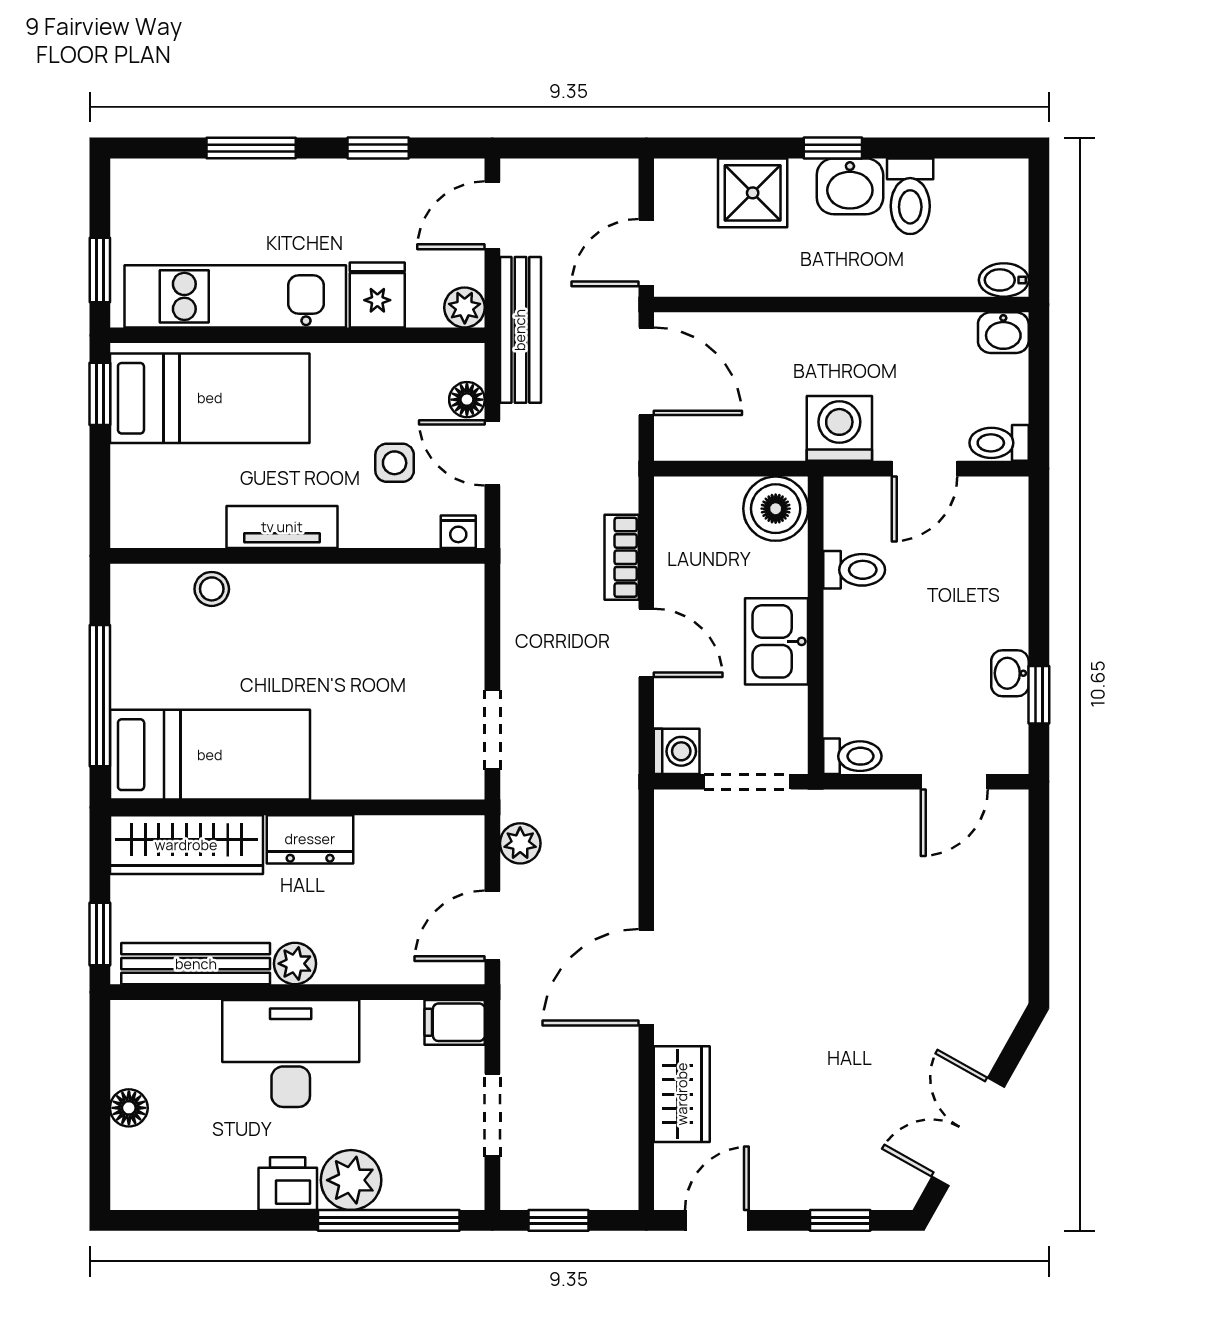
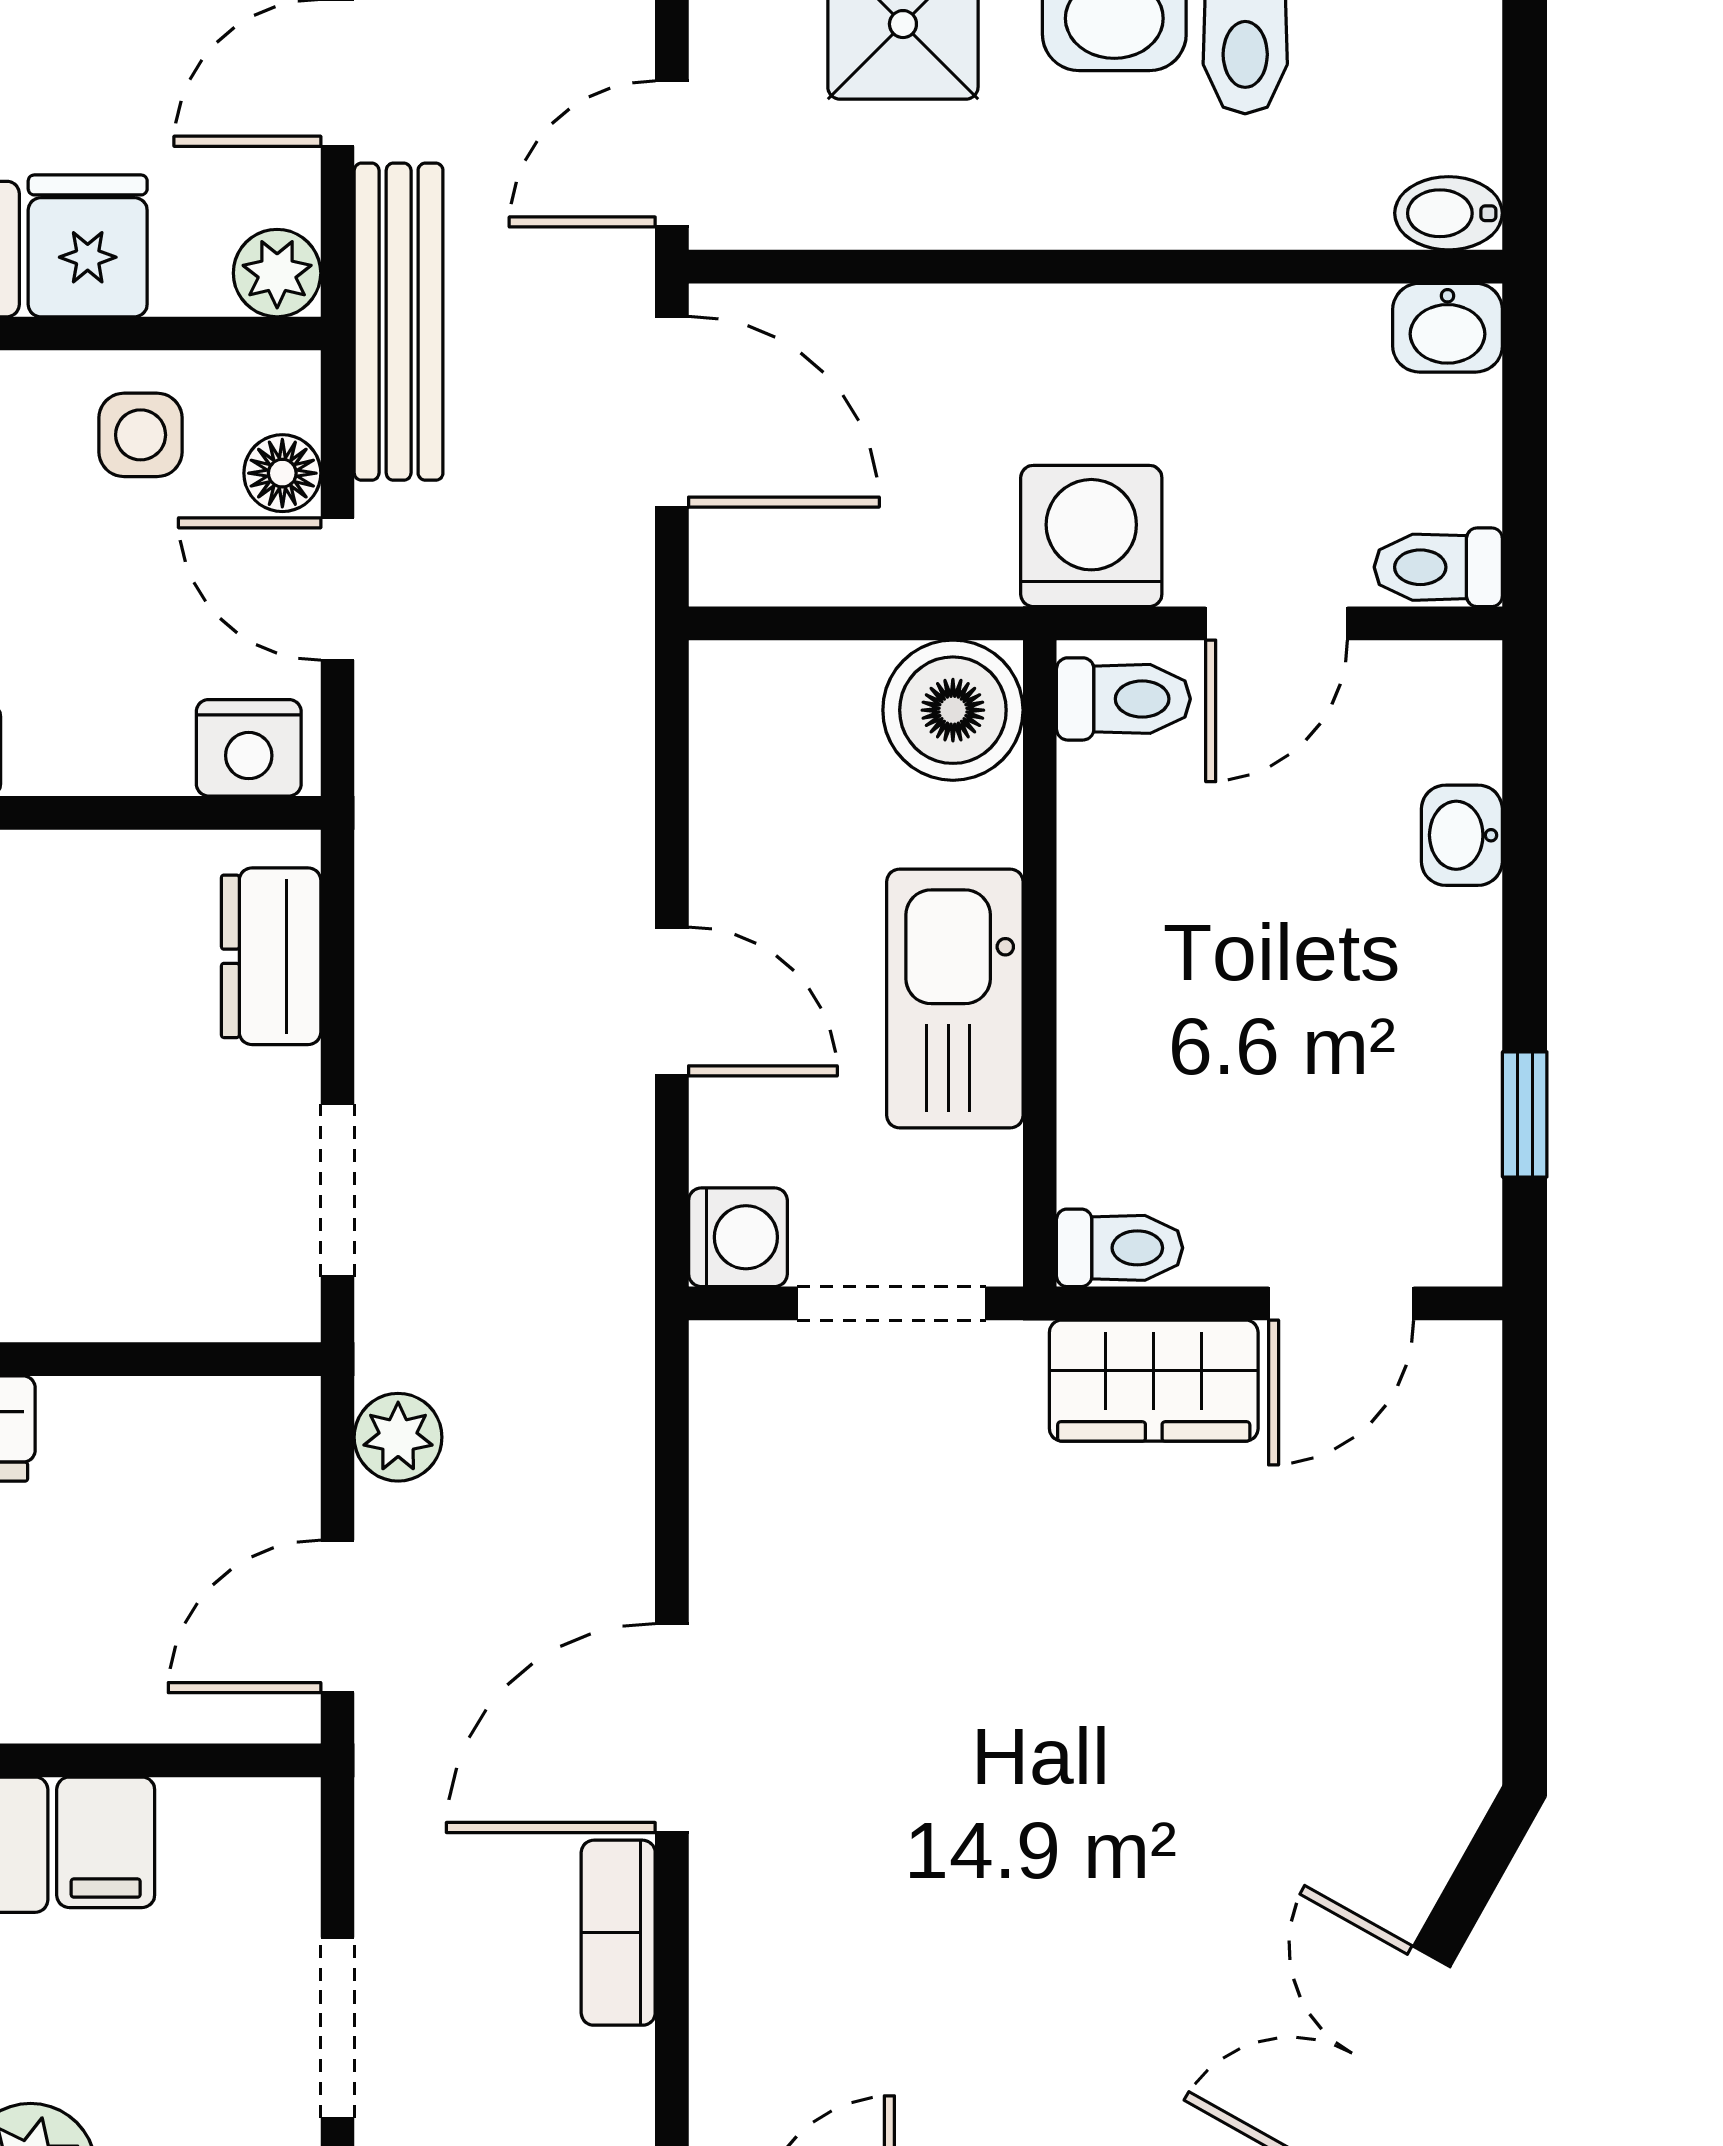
side table: (395, 463) -> (141, 435), moved
nightstand: (458, 532) -> (249, 748), width x1.39, depth x1.35
bookcase: (622, 557) -> (618, 1933), moved
toilet: (854, 570) -> (1123, 699), moved
dresser: (462, 622) -> (271, 956), added
kitchen sink: (777, 641) -> (955, 998), width x1.38
washbasin: (1010, 673) -> (1462, 835), moved
filing cabinet: (455, 1022) -> (106, 1842), moved, turned -90
wardrobe: (682, 1094) -> (1154, 1381), moved, turned 90

